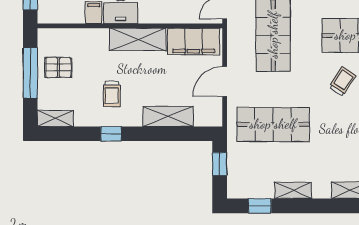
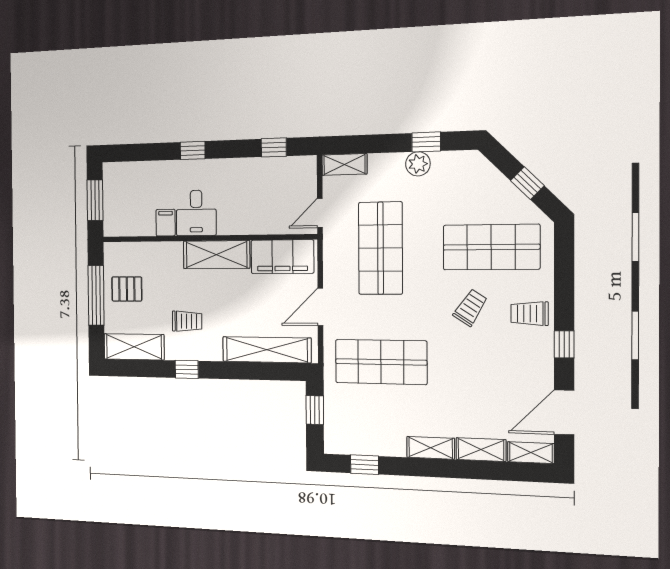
trolley: (112, 94) -> (187, 321), turned -90
shelving: (168, 116) -> (267, 350), width x1.47
shelving: (55, 118) -> (134, 347), width x1.50, depth x1.33
shelving: (293, 190) -> (431, 448), moved

